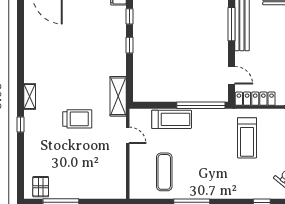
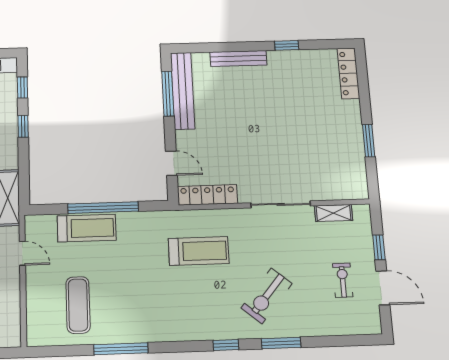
window: (201, 105) -> (103, 208), moved
treadmill: (247, 138) -> (199, 251), turned -90

